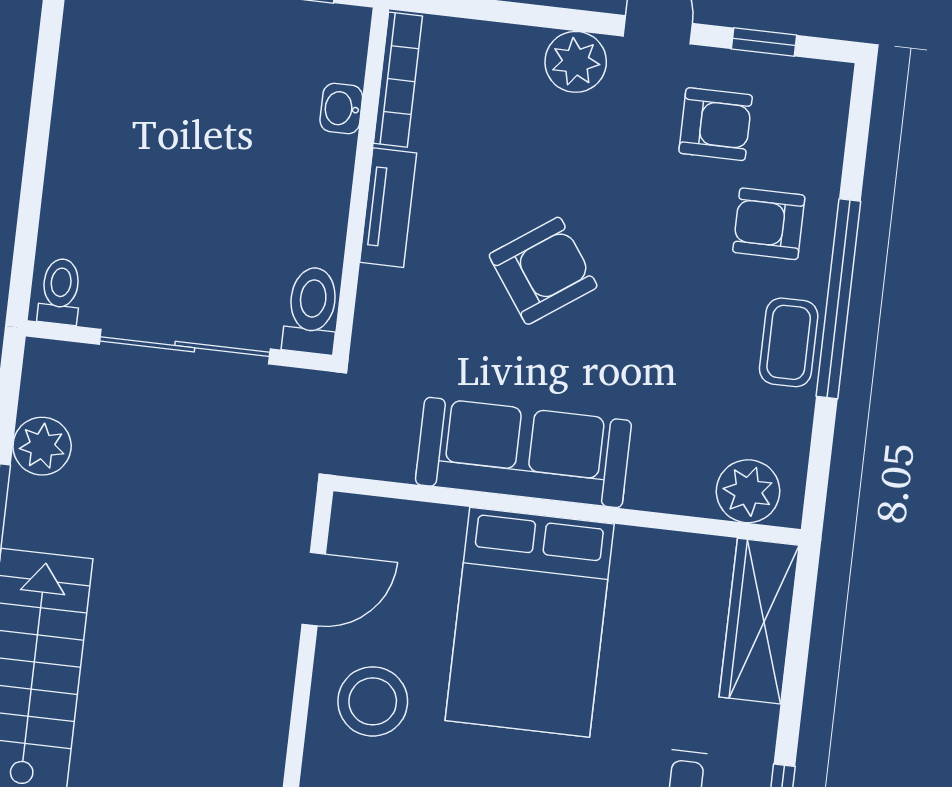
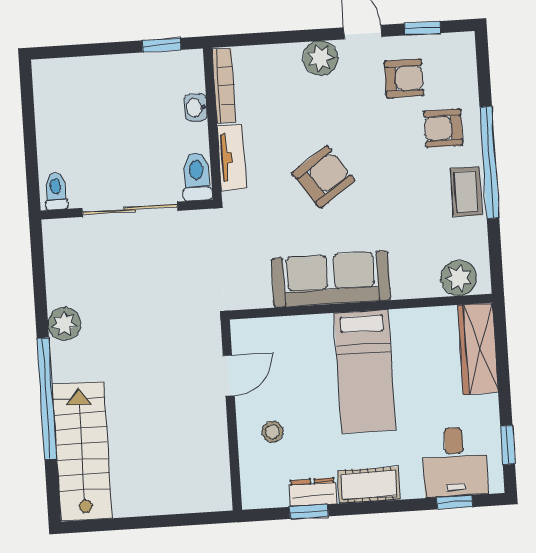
toilet: (60, 291) -> (56, 191), moved
toilet: (312, 310) -> (197, 177), moved
wall: (179, 346) -> (127, 210), moved
sliding door: (185, 347) -> (130, 209), moved
bed: (530, 622) -> (365, 371), width x0.67
stool: (373, 701) -> (273, 432), width x0.53, depth x0.53

